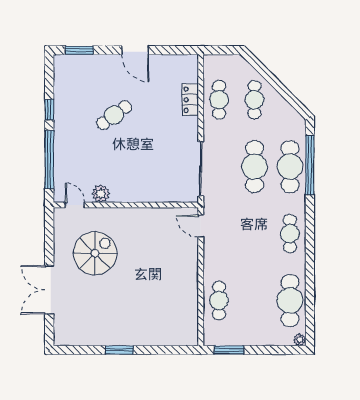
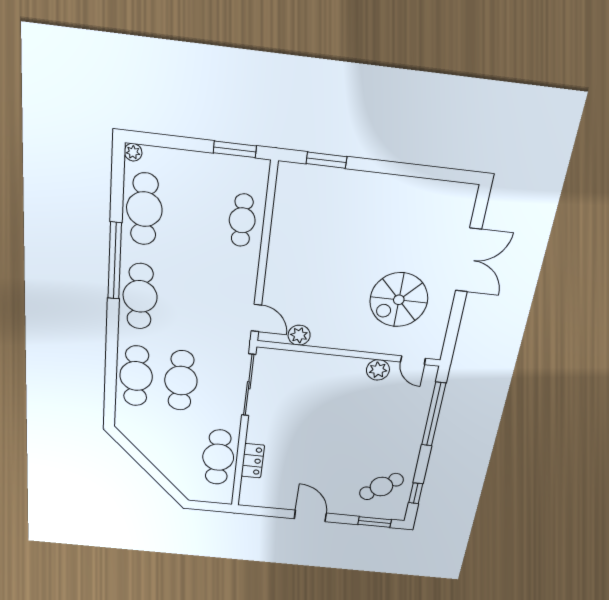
cafe table: (219, 100) -> (218, 457), width x1.37, depth x1.35
cafe table: (254, 100) -> (175, 453), removed
window: (49, 110) -> (416, 493), moved
cafe table: (114, 115) -> (381, 487), moved
window: (310, 165) -> (115, 261), moved
plant: (166, 216) -> (299, 335), added
cafe table: (290, 234) -> (140, 296), width x1.37, depth x1.35
window: (119, 350) -> (326, 160), moved

